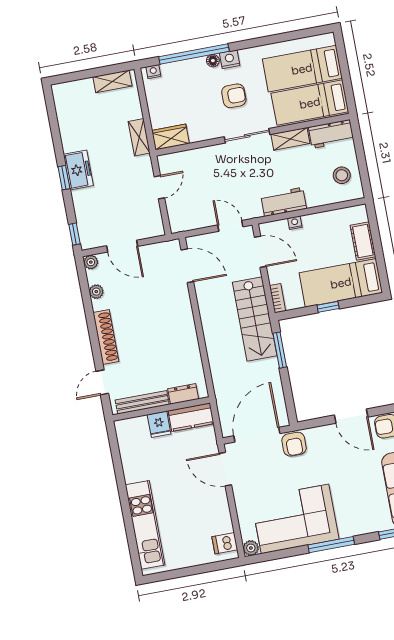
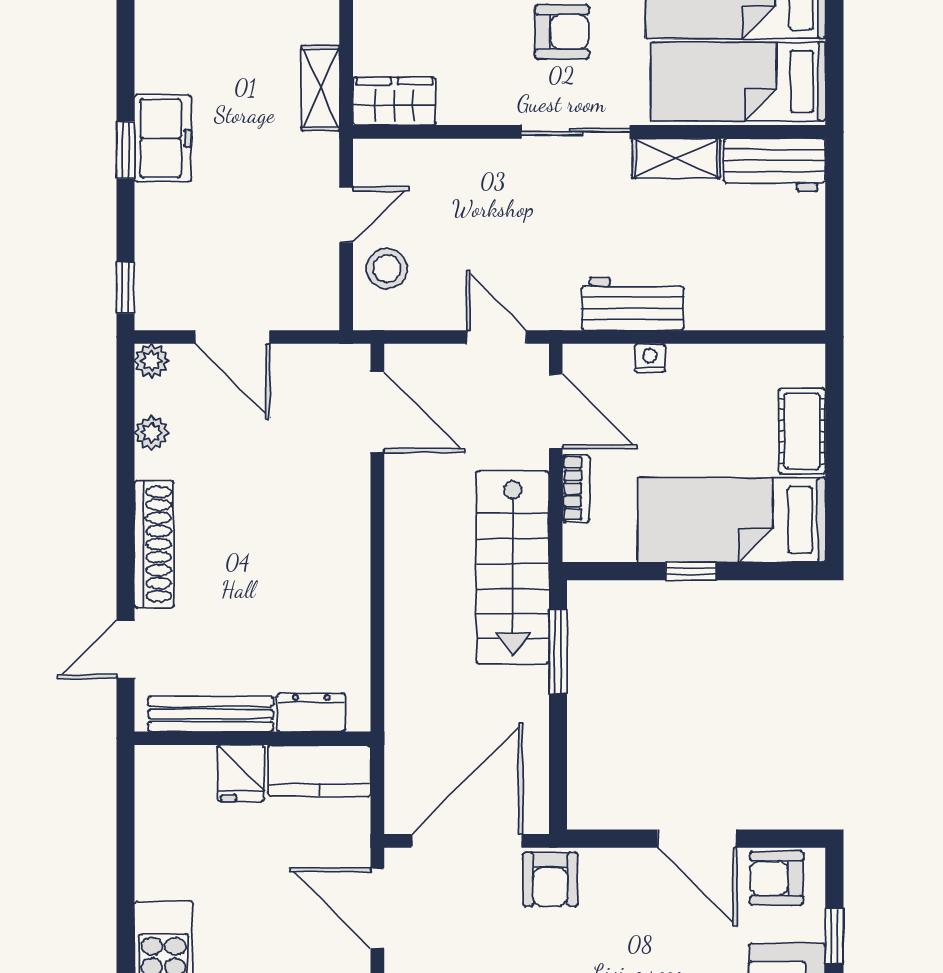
stool: (342, 175) -> (387, 269), moved
bookcase: (278, 298) -> (576, 488), moved

